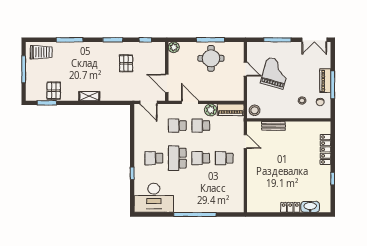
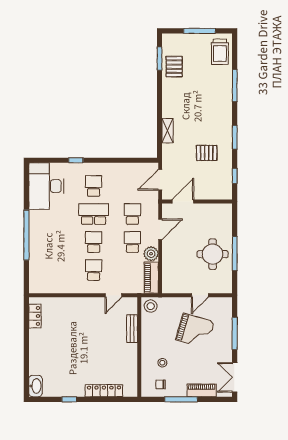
plant: (174, 47) -> (226, 210), removed
piano: (325, 81) -> (202, 390), moved
pallet: (54, 91) -> (174, 67), turned 90
shelving: (89, 96) -> (168, 131), moved
locker: (290, 207) -> (35, 316), moved
washbasin: (310, 207) -> (36, 386), moved

